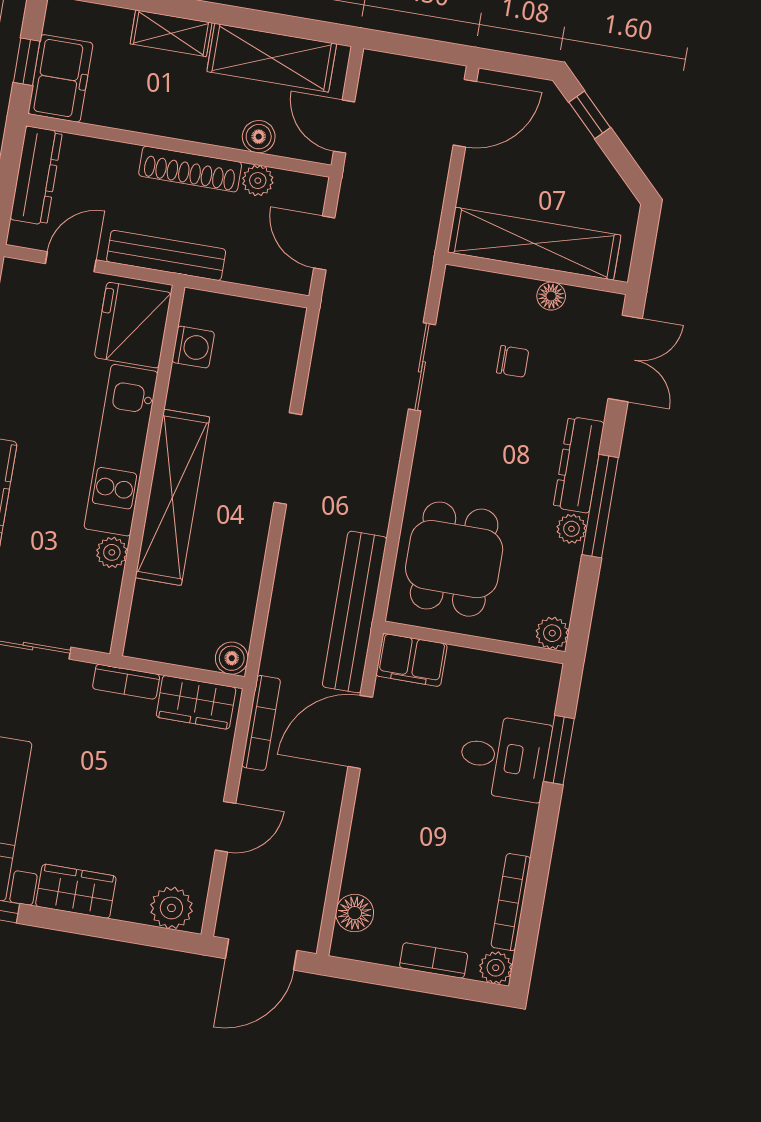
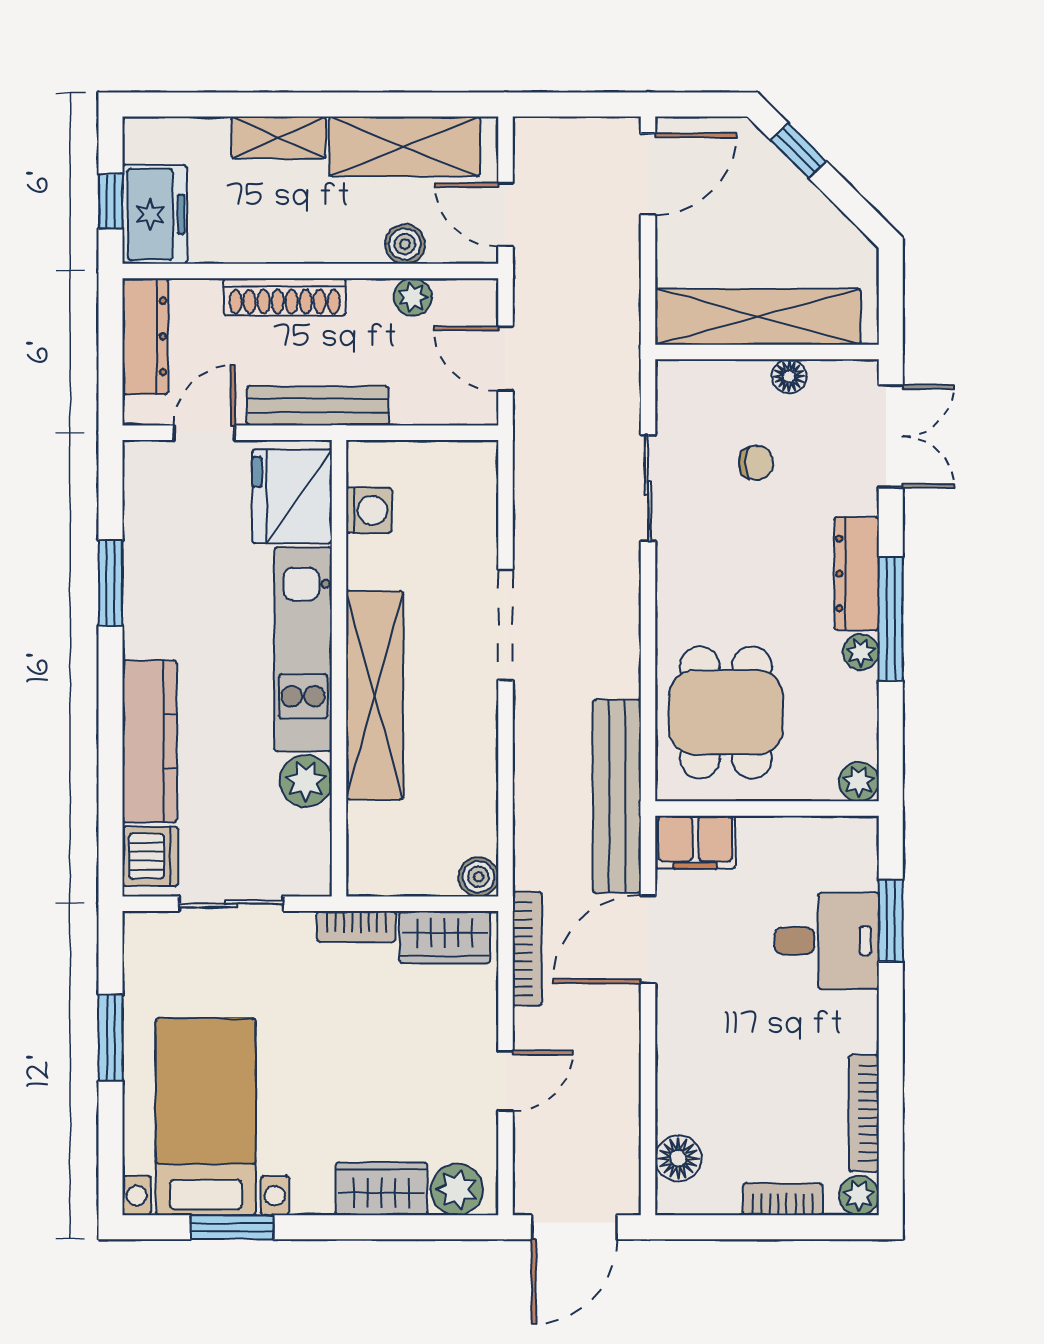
shoe rack: (190, 169) -> (285, 297), moved
plant: (112, 552) -> (306, 781), width x1.38, depth x1.38
wardrobe: (76, 891) -> (381, 1189), moved

